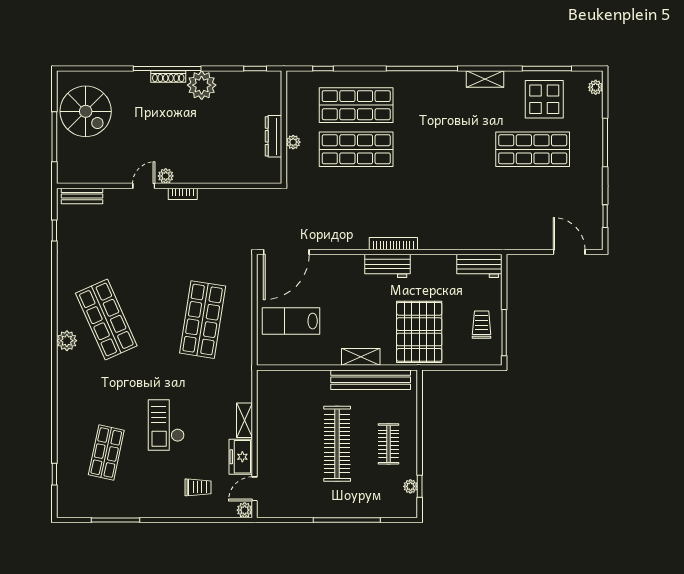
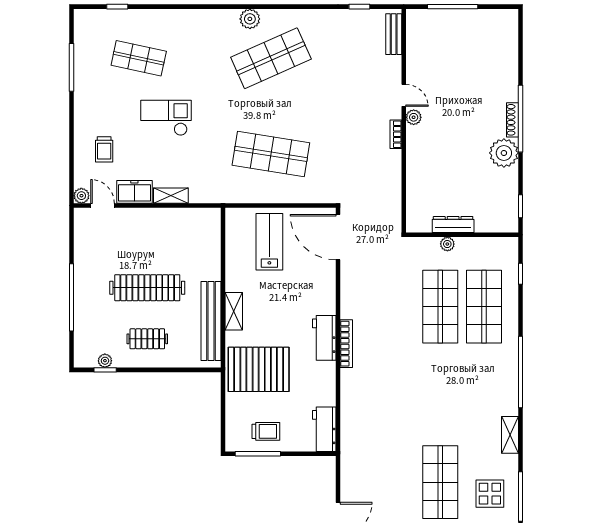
display table: (544, 99) -> (490, 494), width x0.73, depth x0.73
spiral stairs: (86, 111) -> (478, 38), removed

